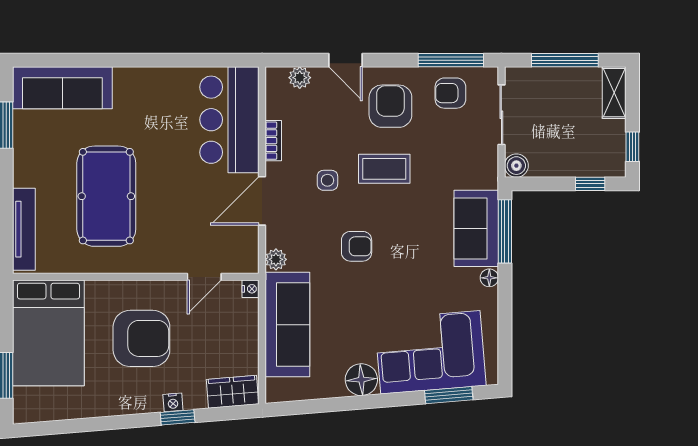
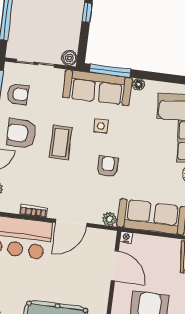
armchair: (450, 93) -> (18, 94), turned -90
side table: (327, 180) -> (101, 126), moved
door: (262, 201) -> (71, 223), hinge flipped
sofa: (476, 228) -> (97, 88), width x1.36
door: (204, 277) -> (115, 266), width x1.38

